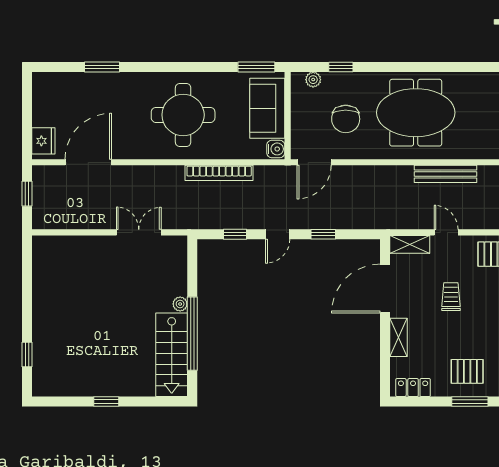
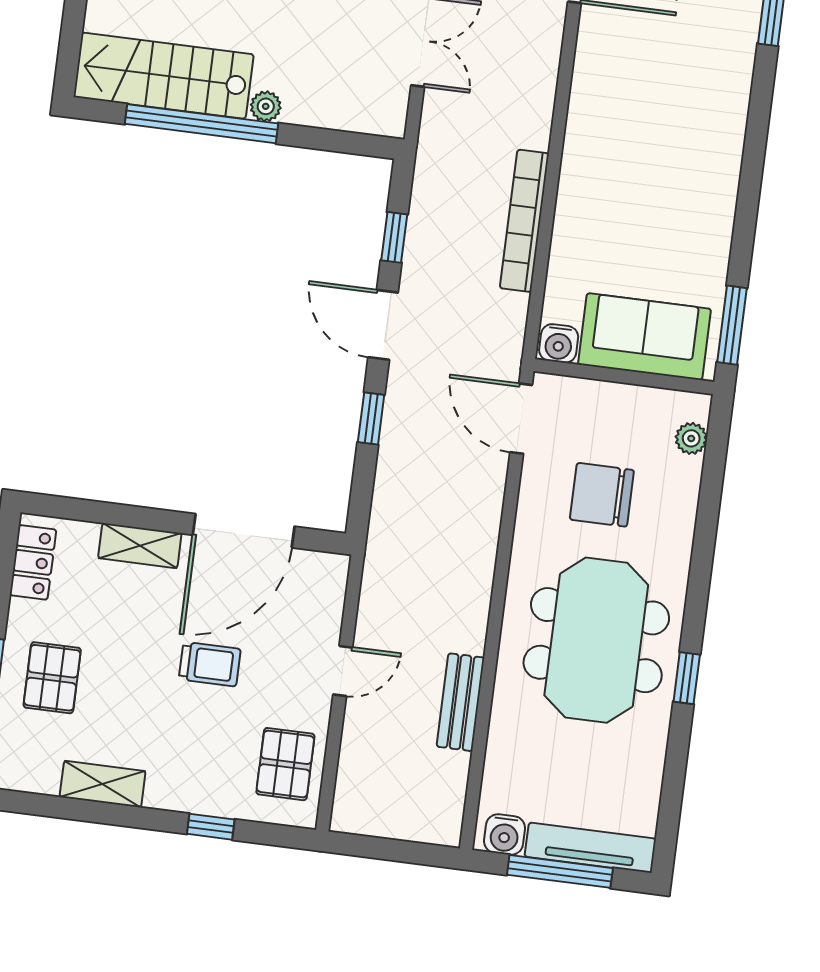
window: (341, 67) -> (687, 678), moved
round table: (183, 115) -> (653, 162), removed
bench: (445, 174) -> (461, 702), width x0.73
door: (278, 234) -> (383, 325), width x1.38
shelving: (410, 244) -> (328, 593), removed
door: (385, 289) -> (244, 531), swing flipped

